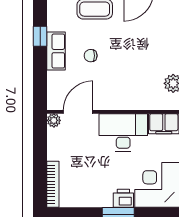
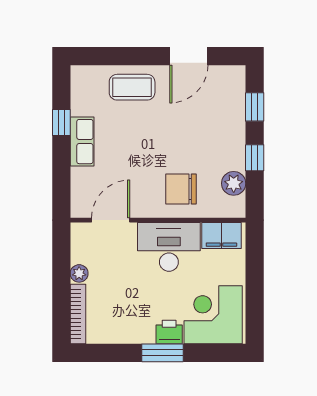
chair: (91, 56) -> (181, 189), moved, width x1.87, depth x1.87
plant: (54, 120) -> (79, 273), moved

